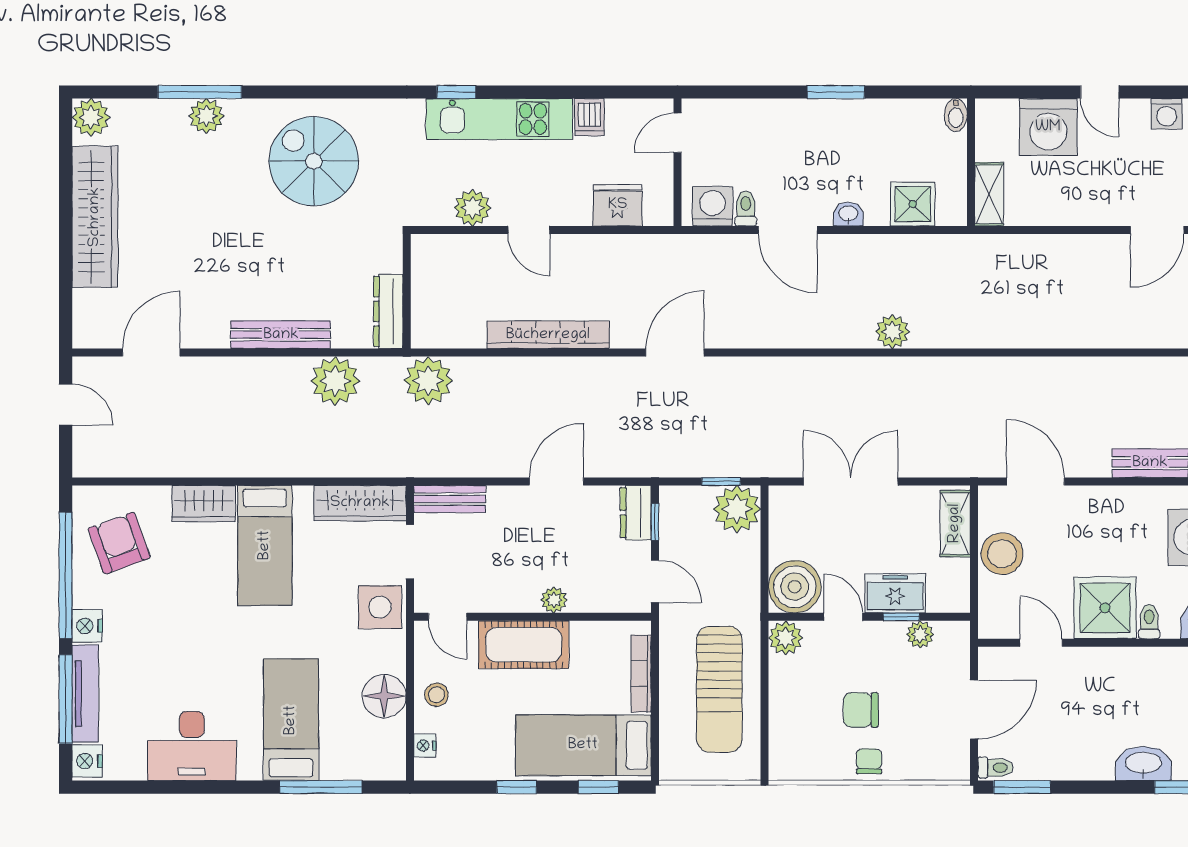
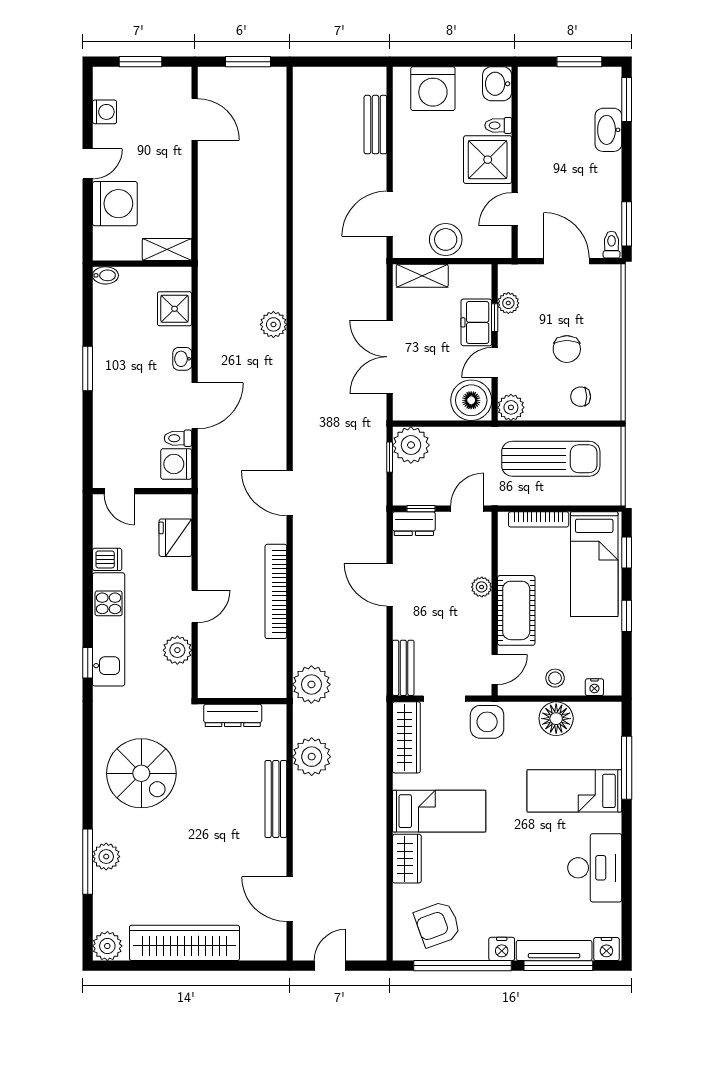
spiral stairs: (314, 161) -> (141, 773), turned -90
dresser: (388, 311) -> (233, 715), moved
chair: (869, 761) -> (581, 397), moved

